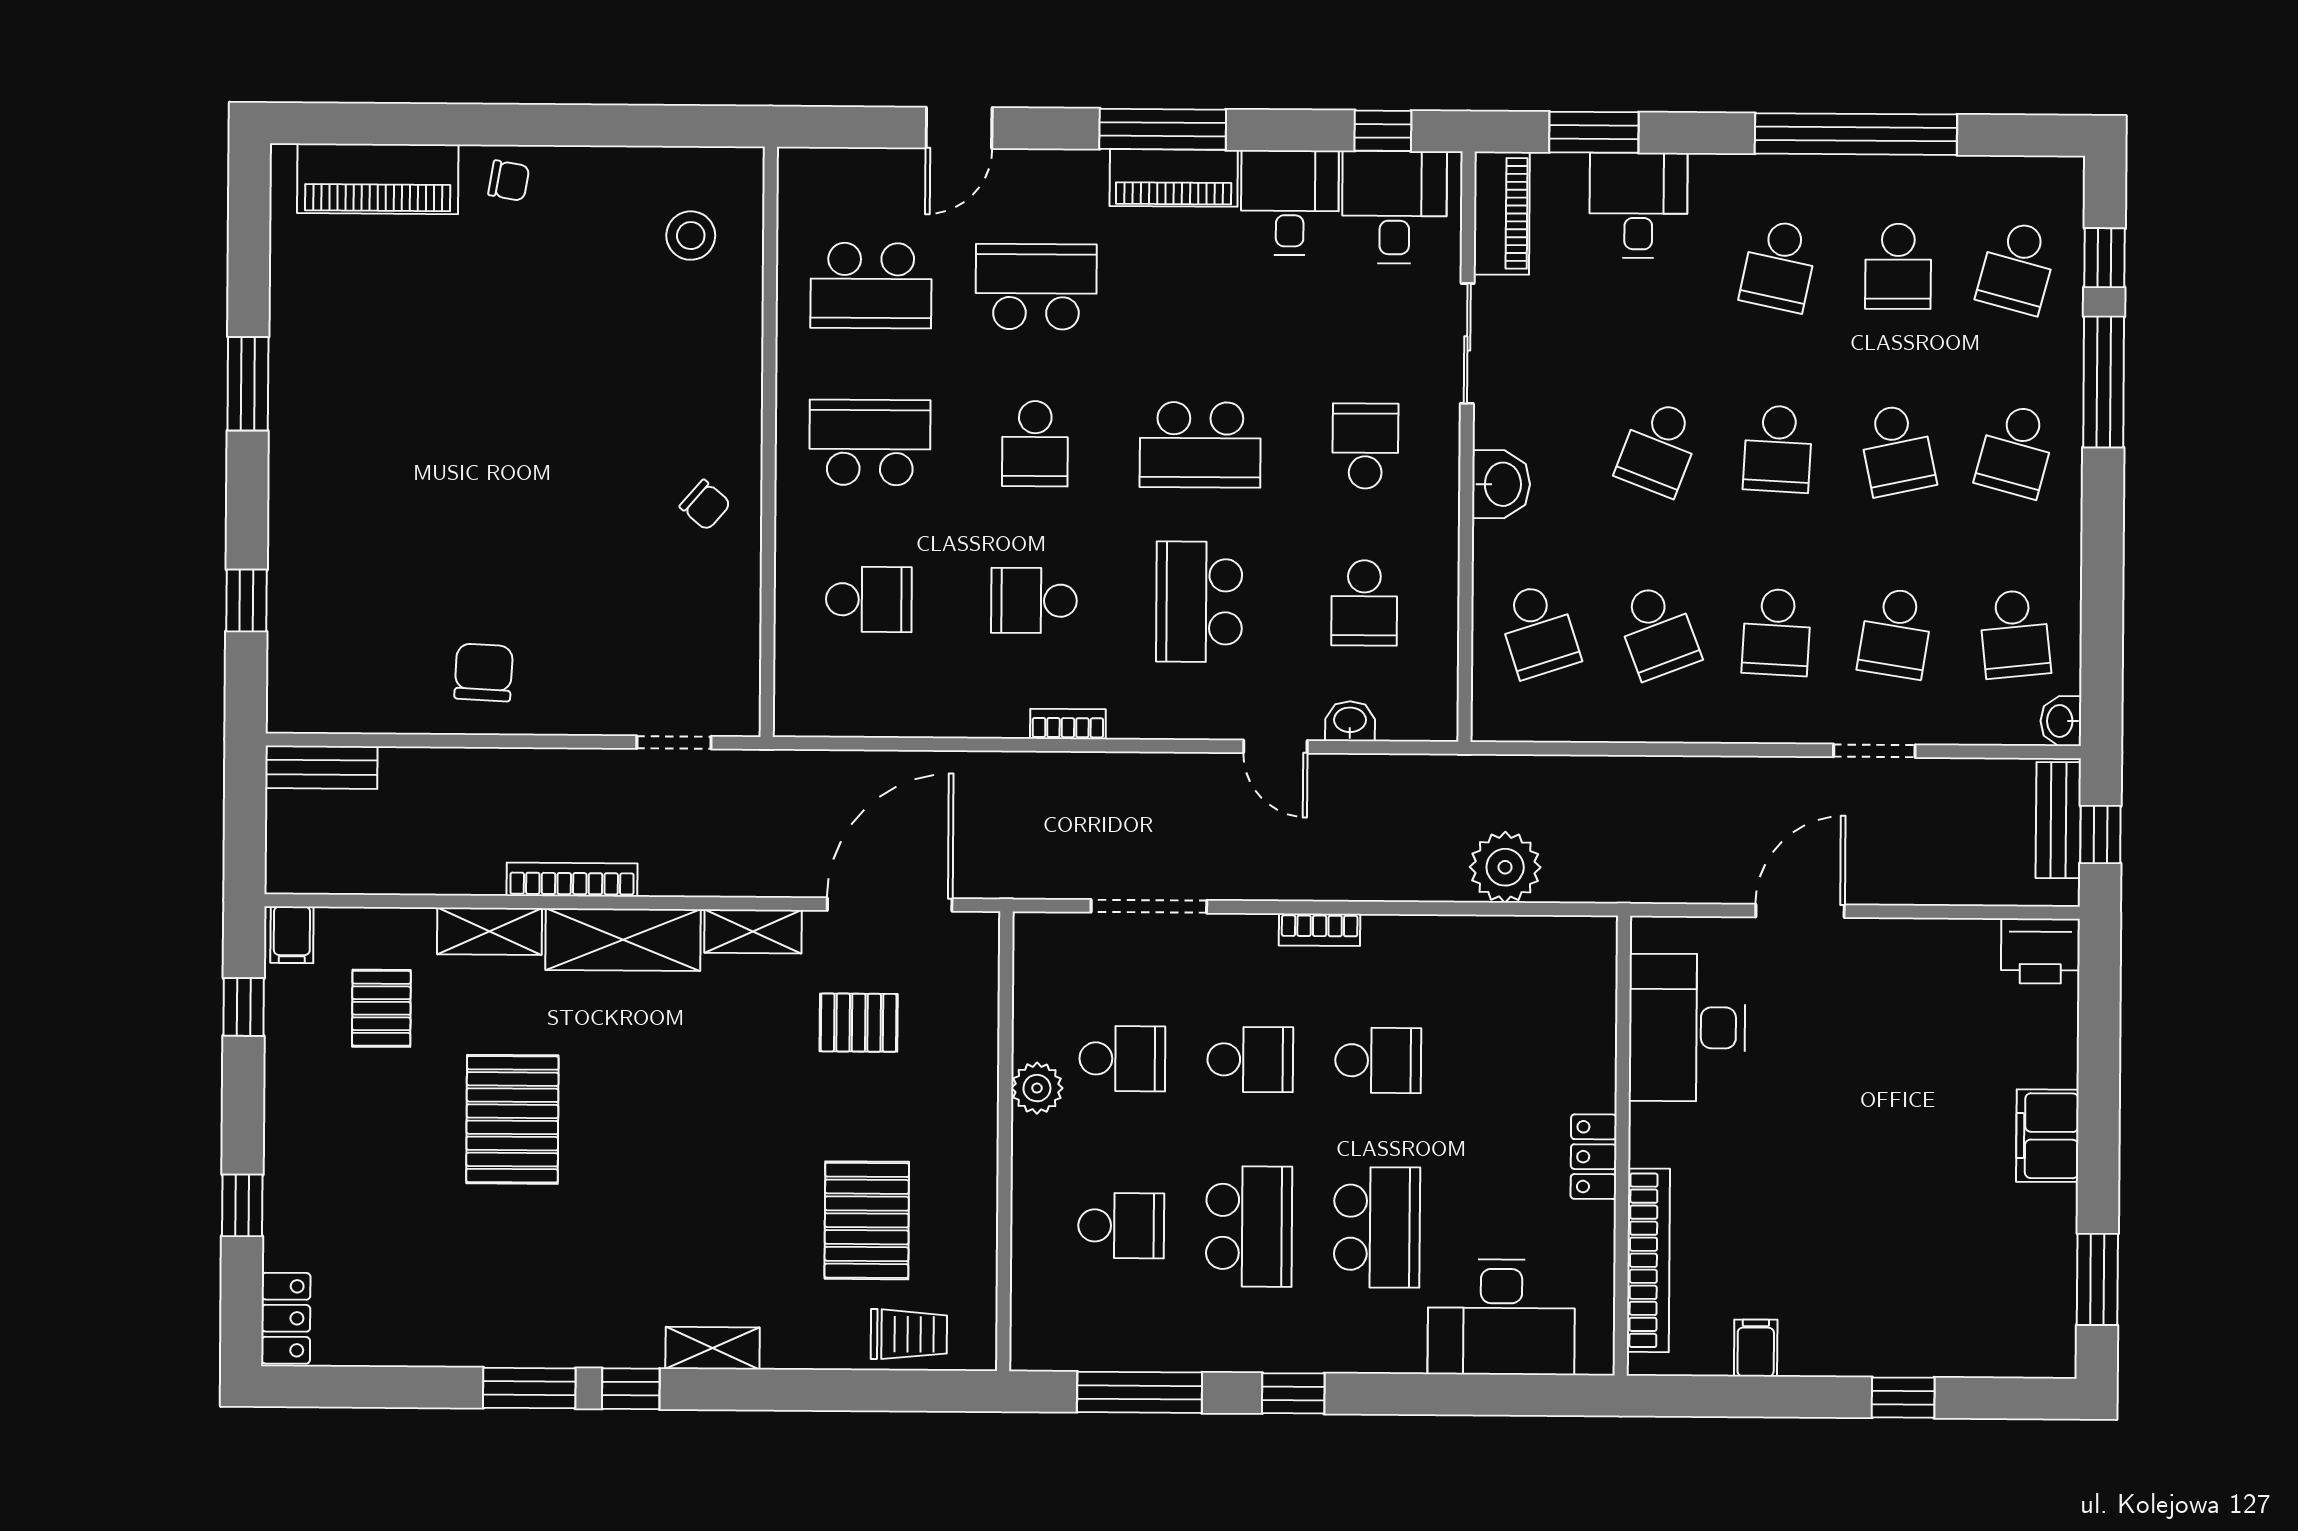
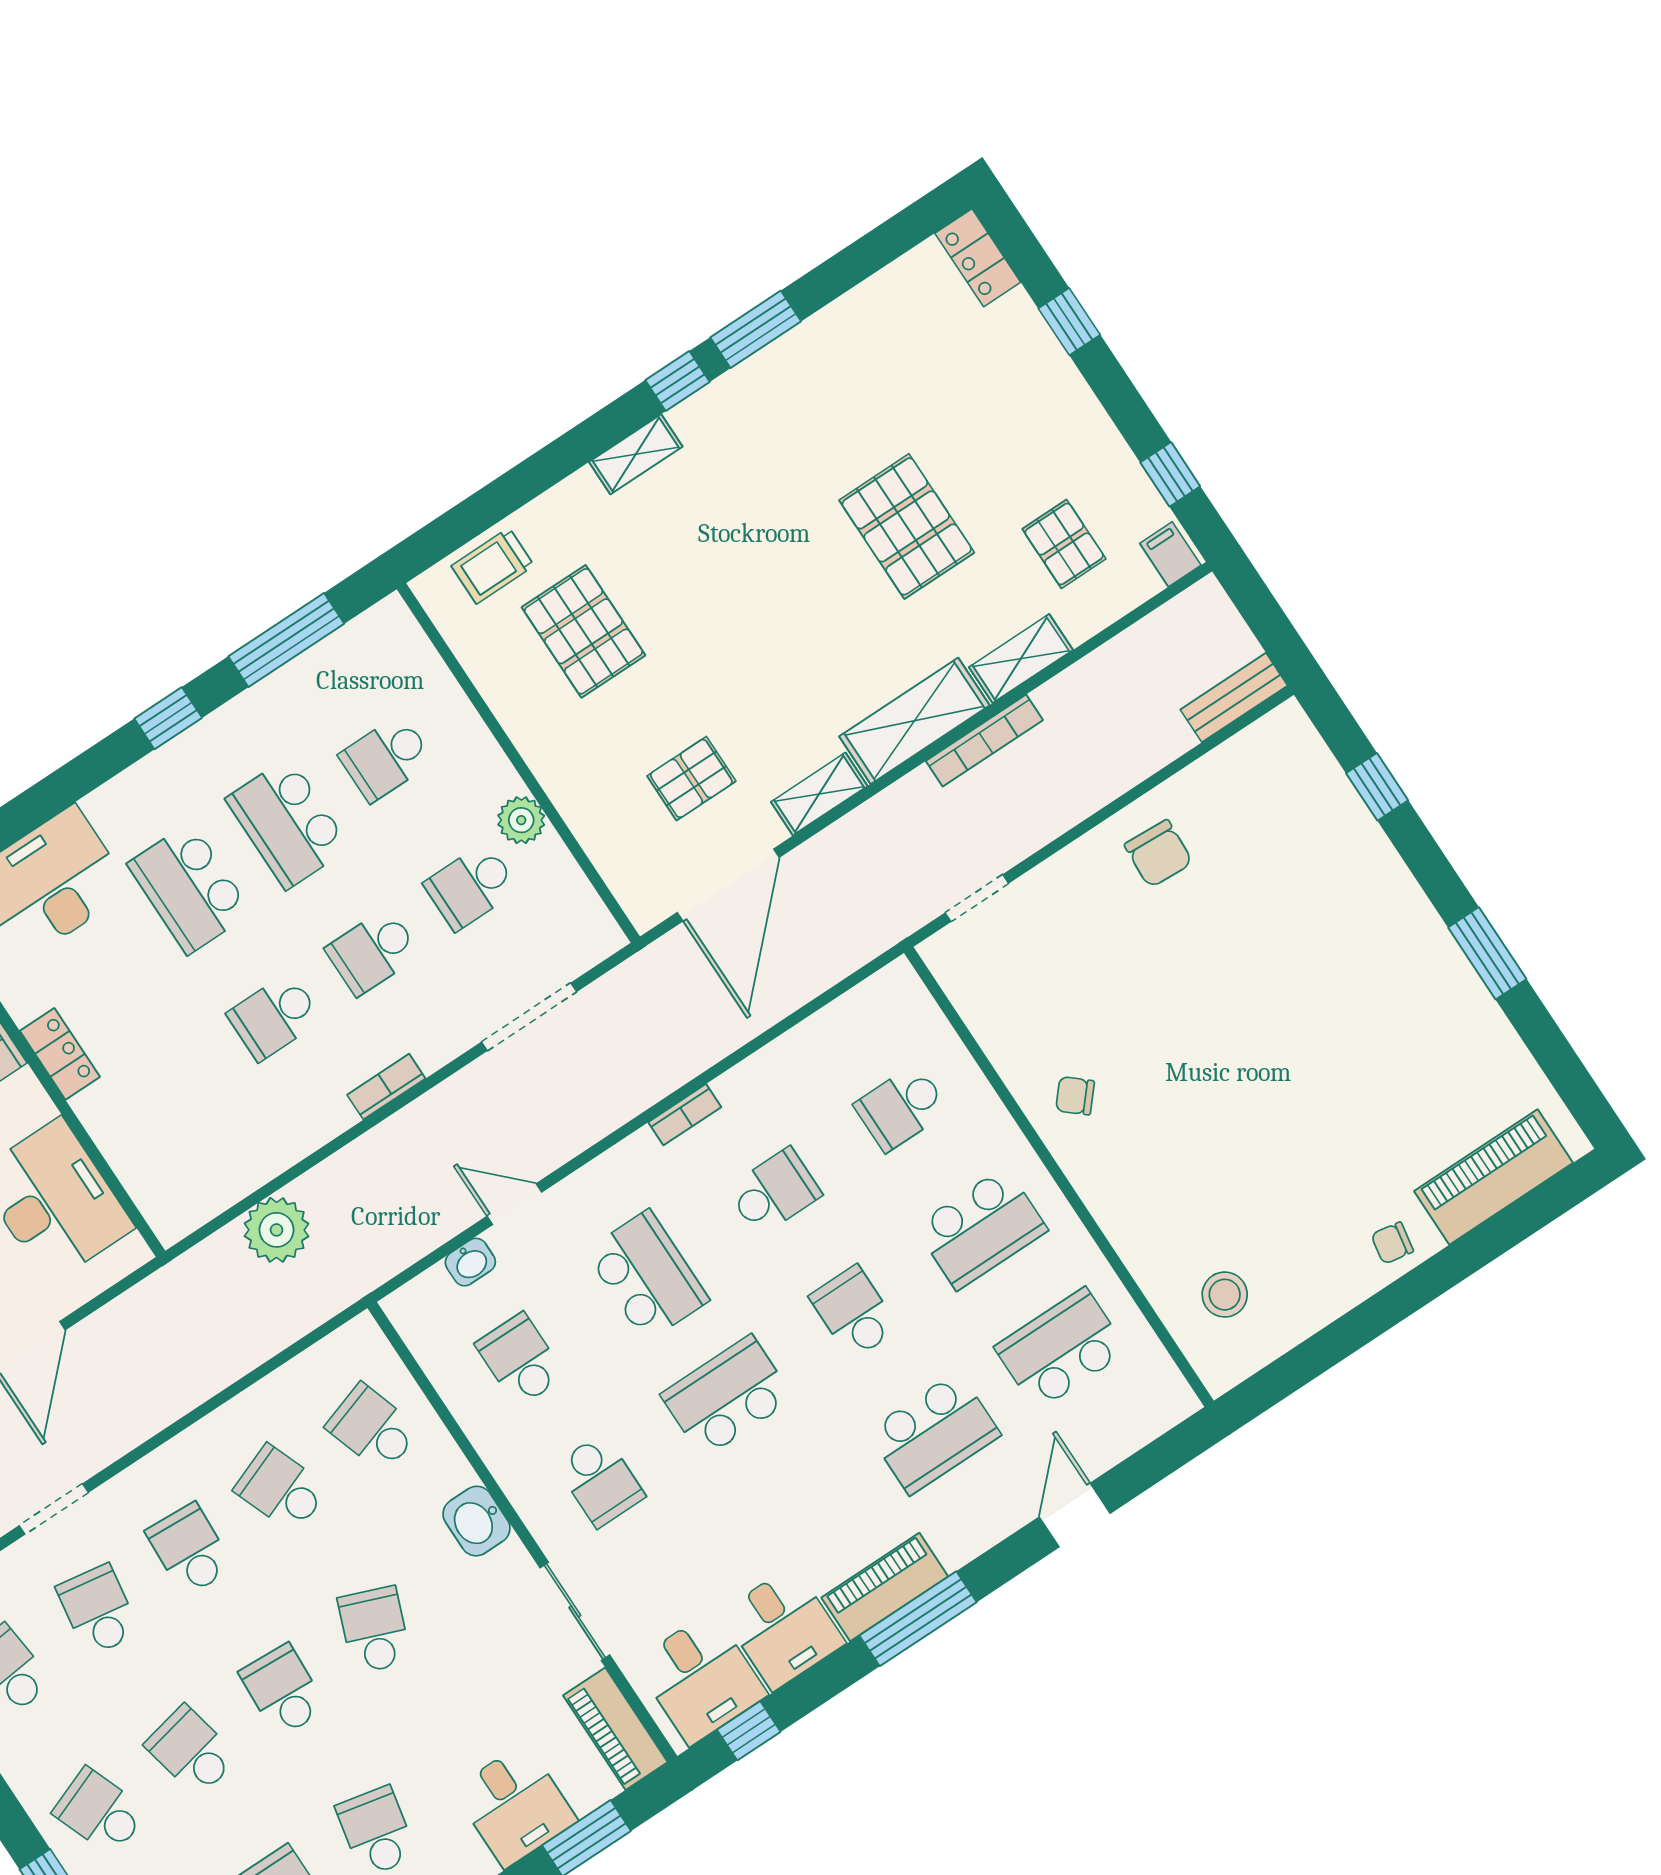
school desk: (2016, 450) -> (100, 1812), turned -36

